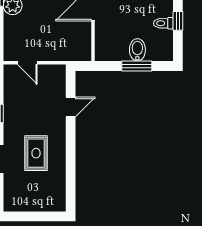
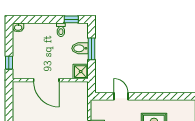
window: (178, 21) -> (71, 19), moved
shower: (105, 51) -> (81, 72), added

